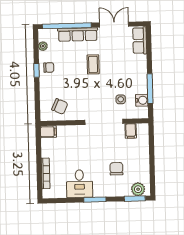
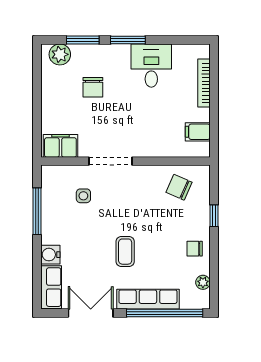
double door: (114, 25) -> (91, 313), swing flipped
window: (36, 70) -> (214, 216), moved
water cooler: (142, 100) -> (50, 255), moved
doorway: (104, 122) -> (110, 161), width x0.73
filing cabinet: (131, 131) -> (60, 146), width x2.00
filing cabinet: (48, 132) -> (198, 132), moved
window: (135, 199) -> (83, 40), moved

